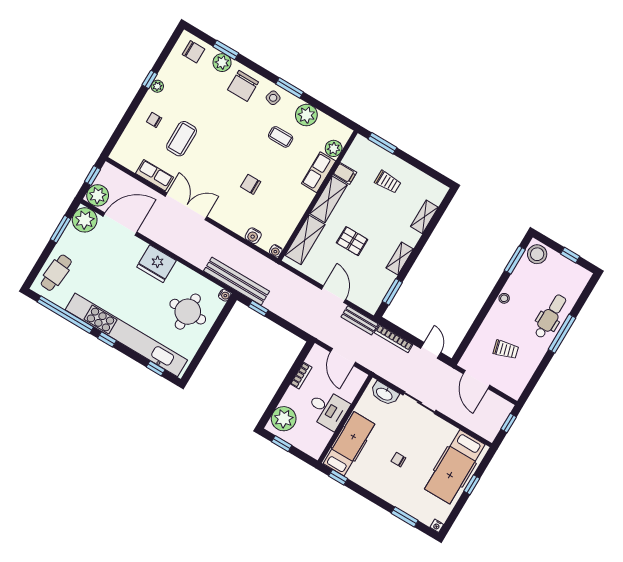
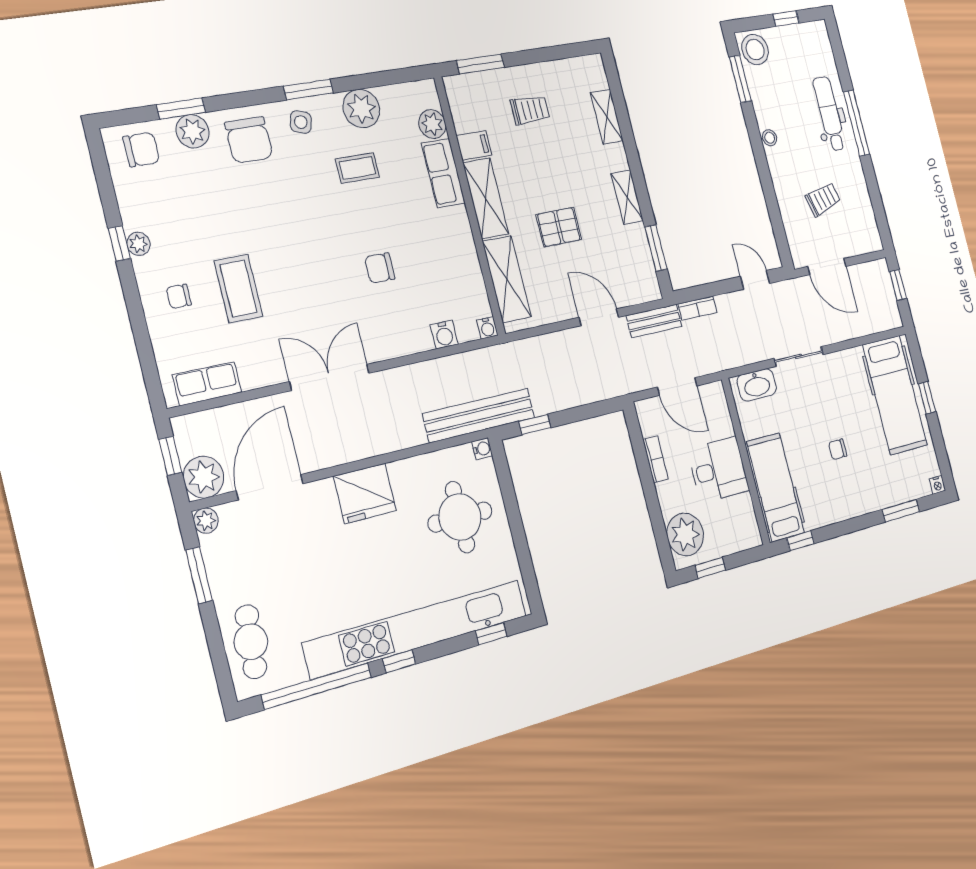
row of seats: (155, 175) -> (207, 384), moved
plant: (85, 220) -> (206, 521), width x0.53, depth x0.53
bookcase: (394, 339) -> (697, 308), width x0.64

